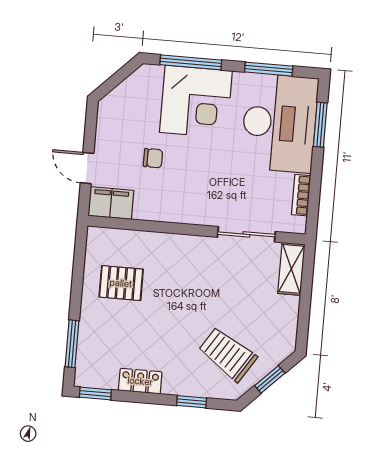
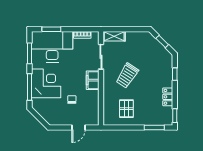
filing cabinet: (111, 203) -> (93, 80), moved
trolley: (228, 354) -> (127, 76), moved

